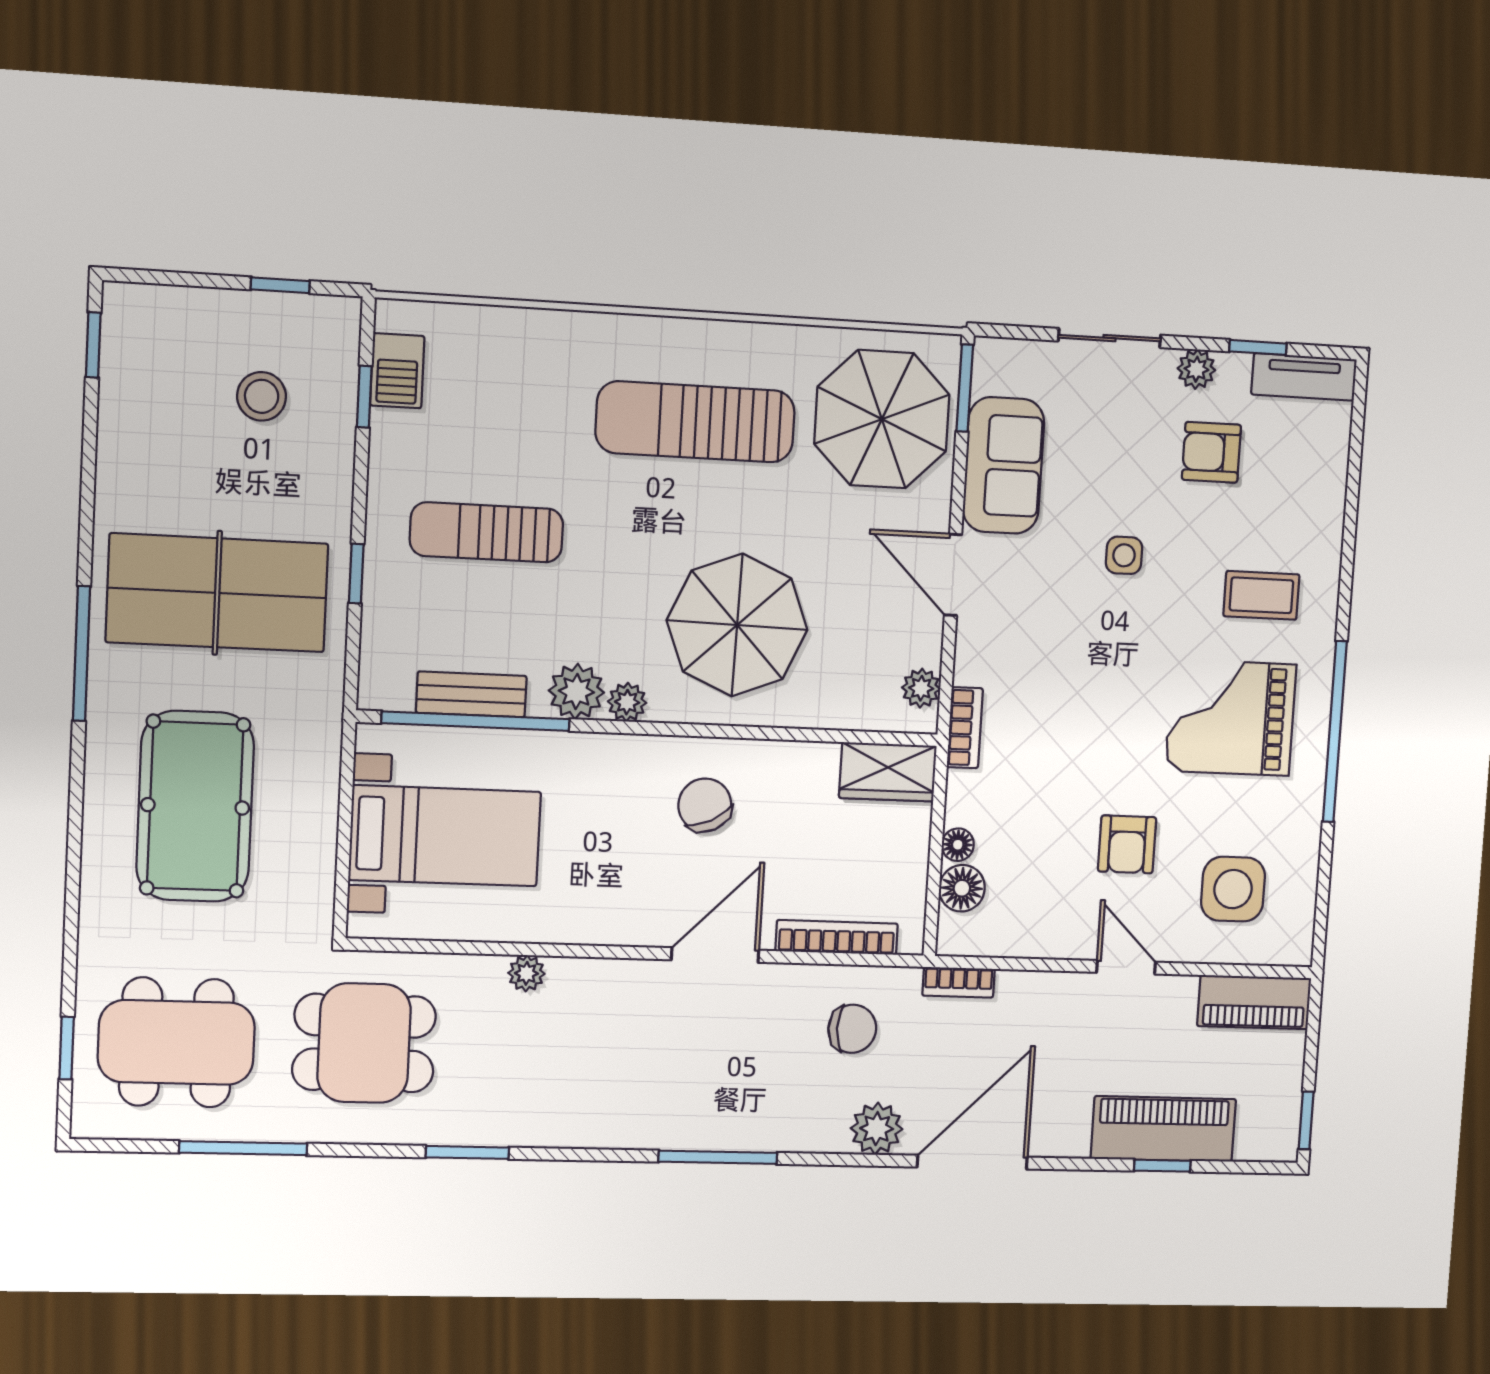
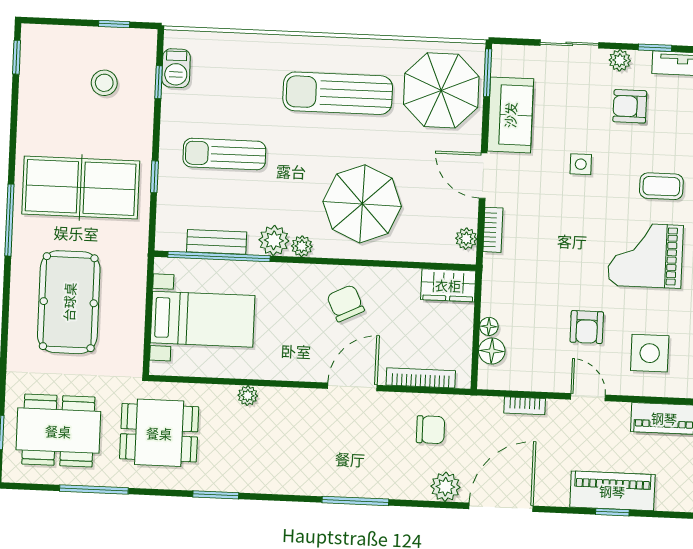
bookcase: (965, 728) -> (493, 230), moved
bookcase: (959, 982) -> (525, 406), moved

